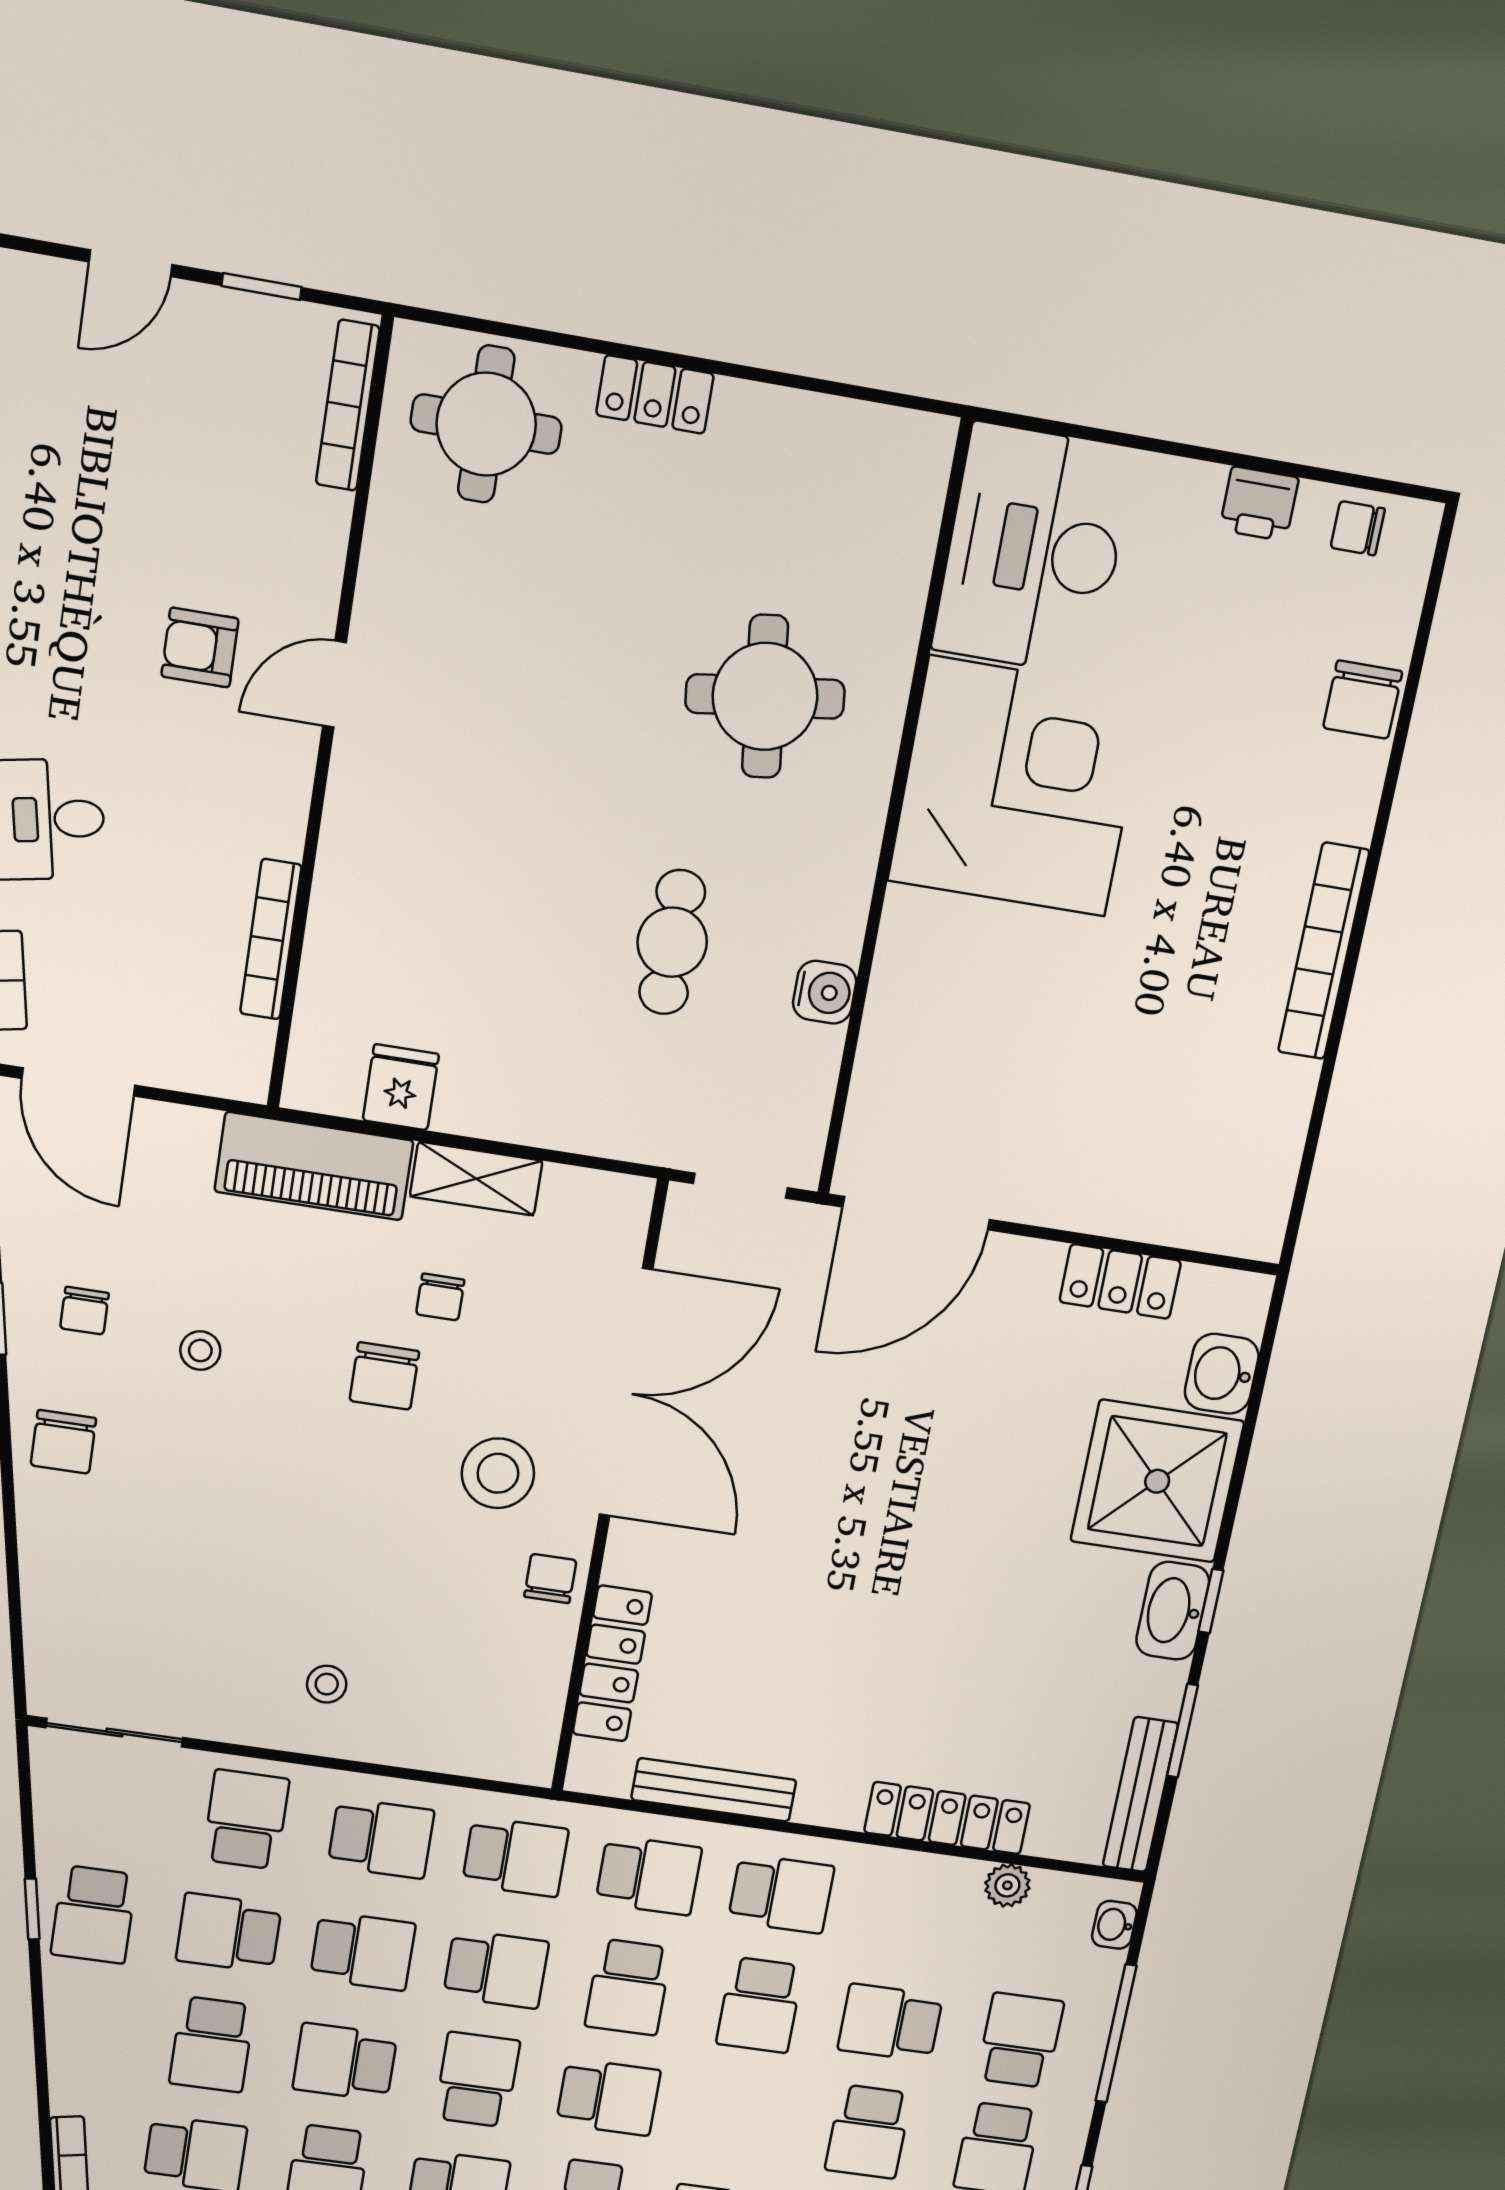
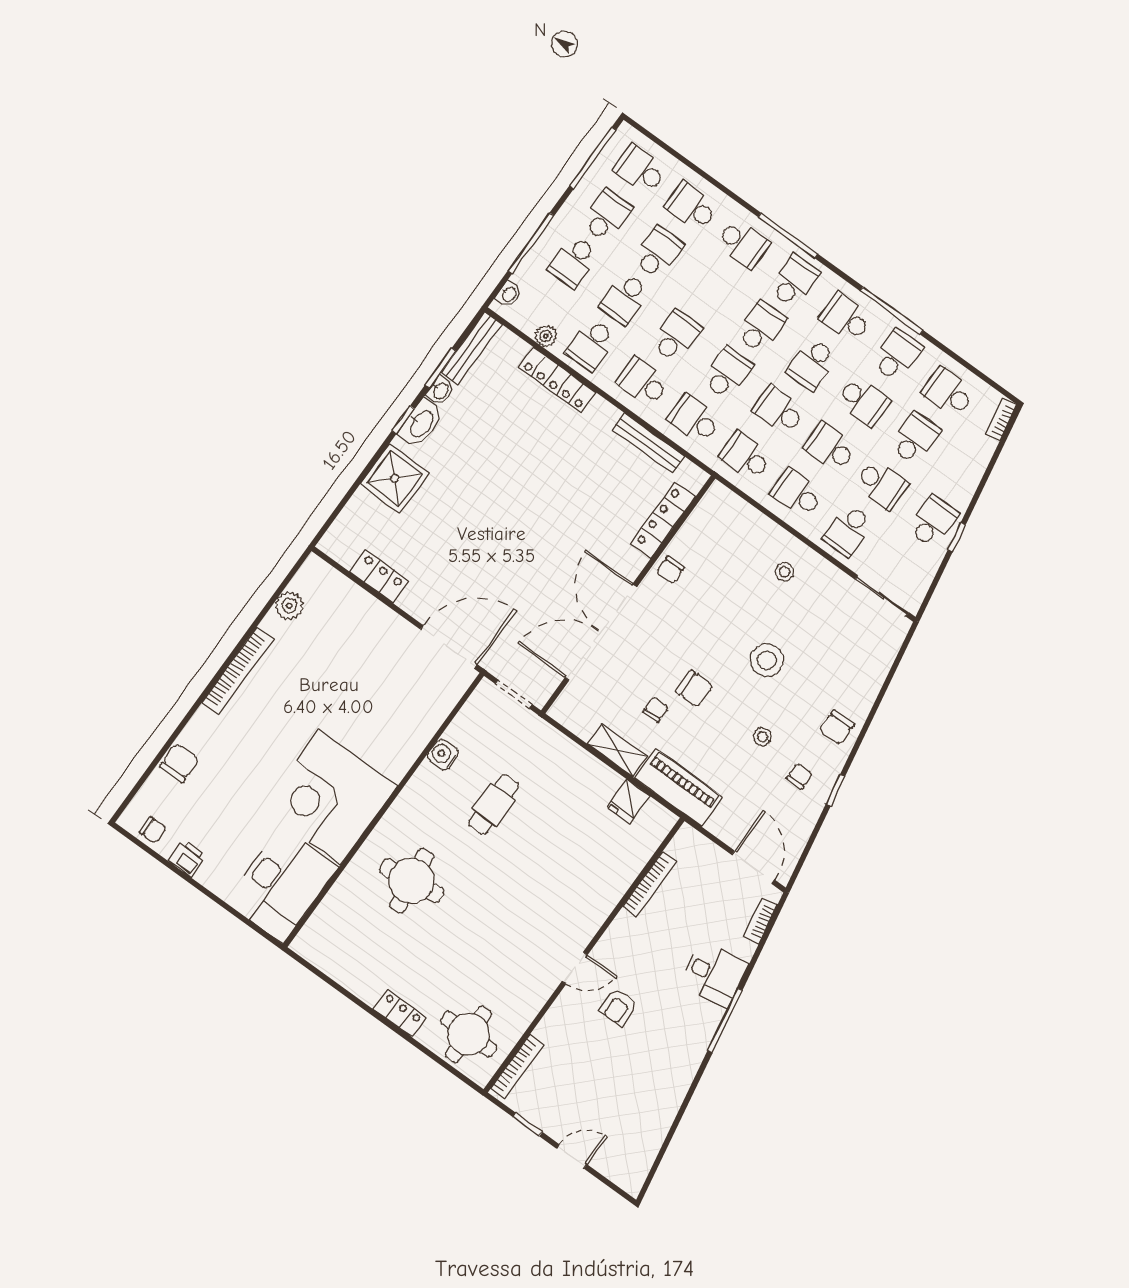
armchair: (200, 647) -> (619, 1007), turned 90
plant: (1276, 1135) -> (289, 606), added
washbasin: (1222, 1374) -> (440, 391), moved, width x0.72, depth x0.69
chair: (384, 1376) -> (694, 689), turned 90
chair: (63, 1442) -> (837, 728), turned 180
stool: (498, 1473) -> (767, 660), moved
shower: (1157, 1481) -> (395, 478), width x0.73, depth x0.73
school desk: (913, 1912) -> (591, 345), added
school desk: (890, 2023) -> (625, 299), turned 90
school desk: (608, 2097) -> (761, 327), turned 90

